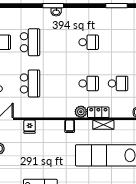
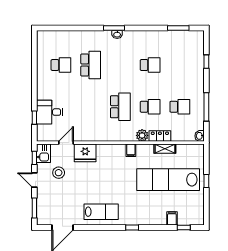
school desk: (30, 83) -> (120, 107), moved
fridge: (30, 127) -> (85, 153), width x1.88, depth x1.34

